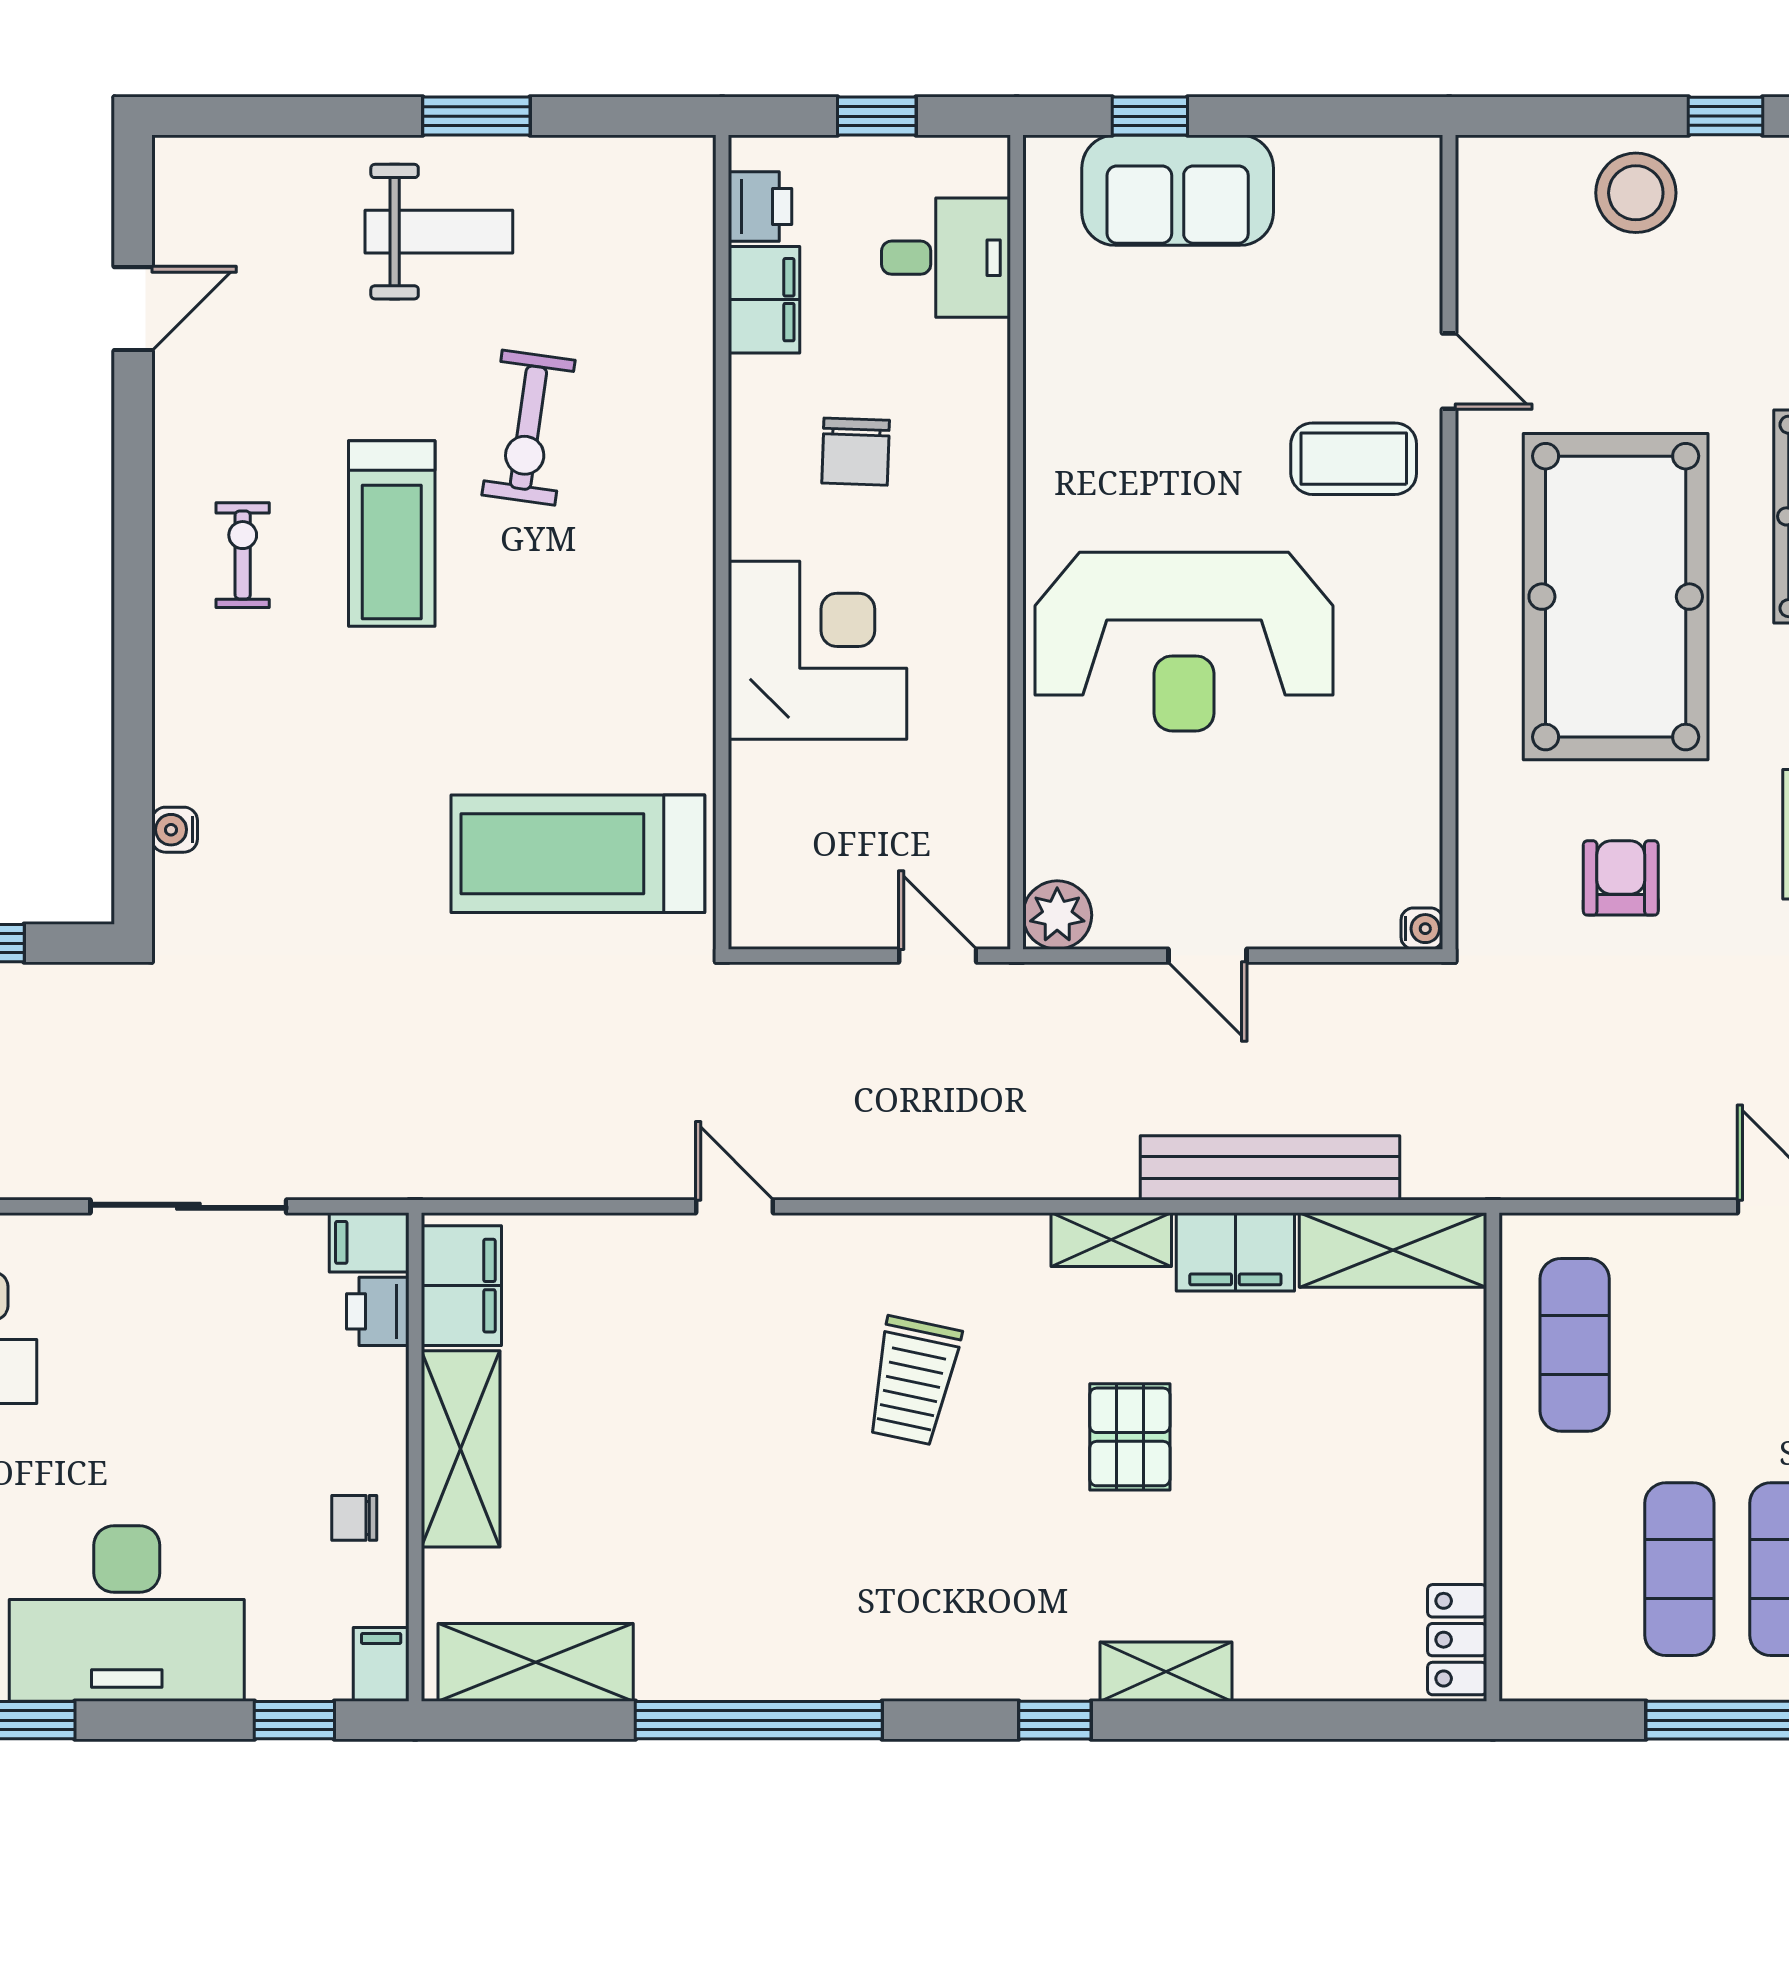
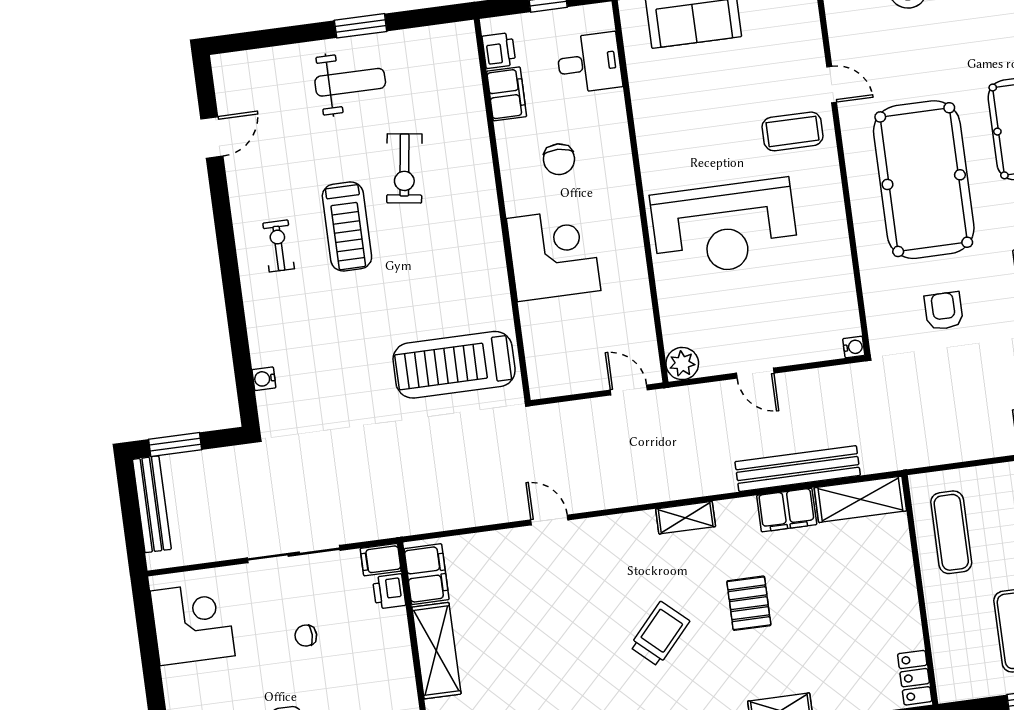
shelving: (1111, 1240) -> (686, 518), moved
trolley: (913, 1381) -> (660, 634), moved, turned -150
chair: (354, 1518) -> (306, 636), moved

